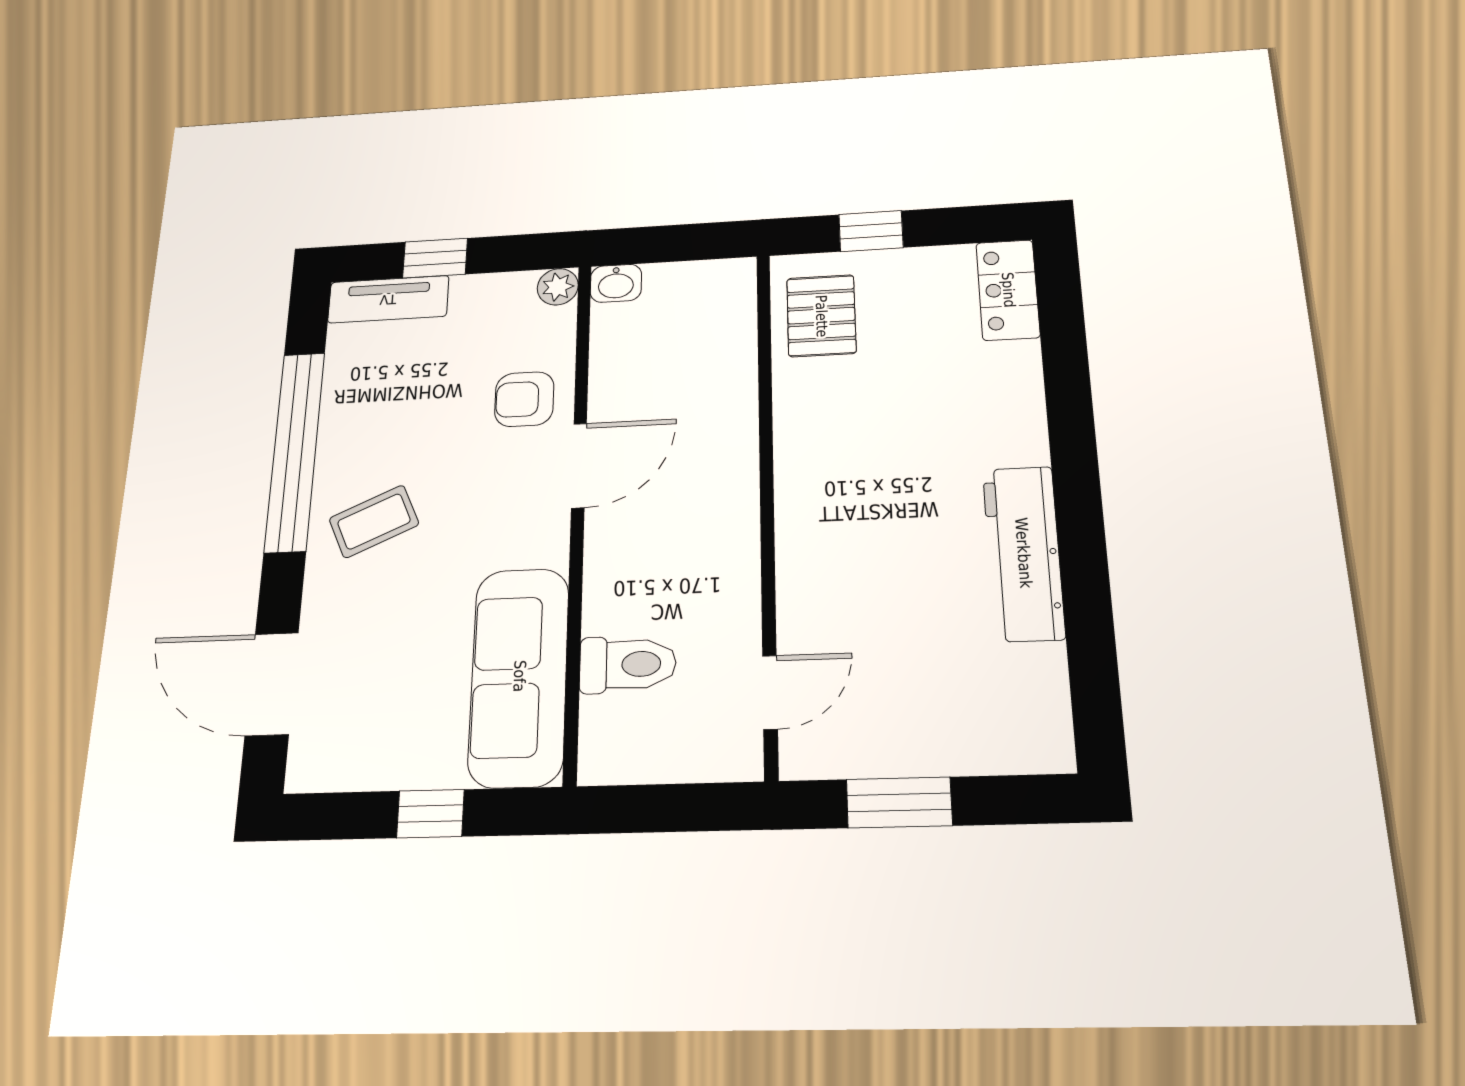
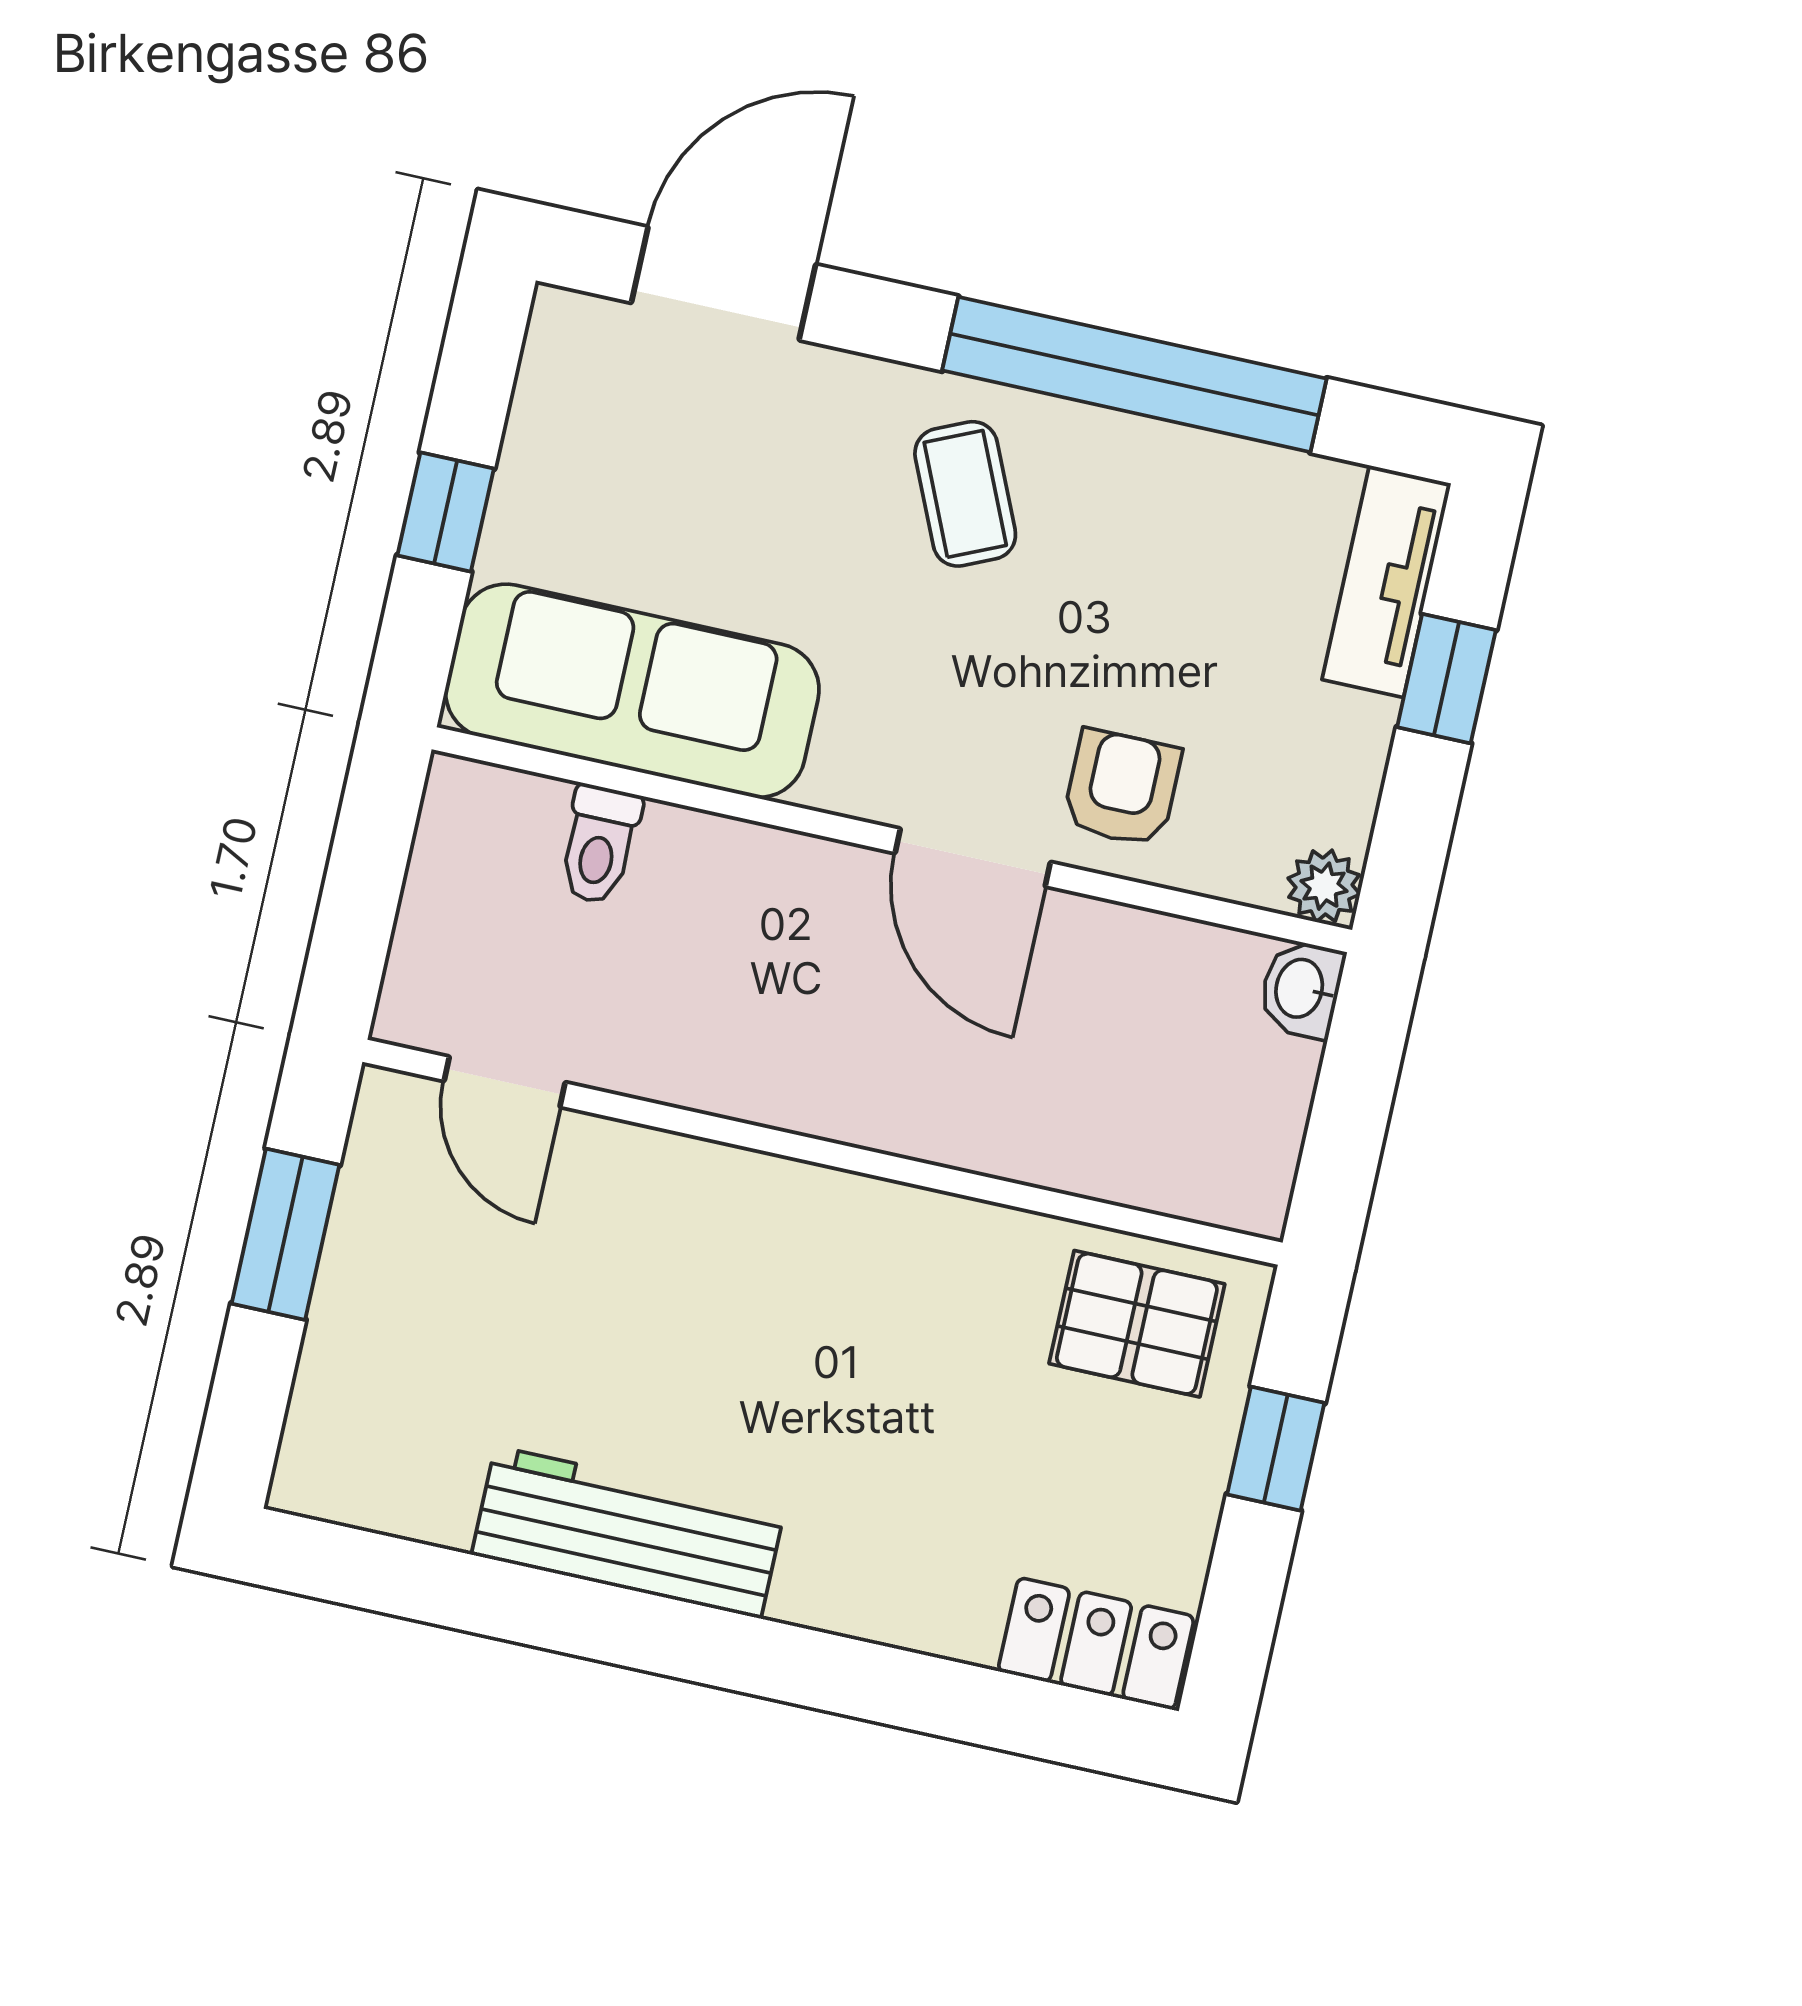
toilet: (628, 664) -> (599, 845), width x0.73, depth x0.72

